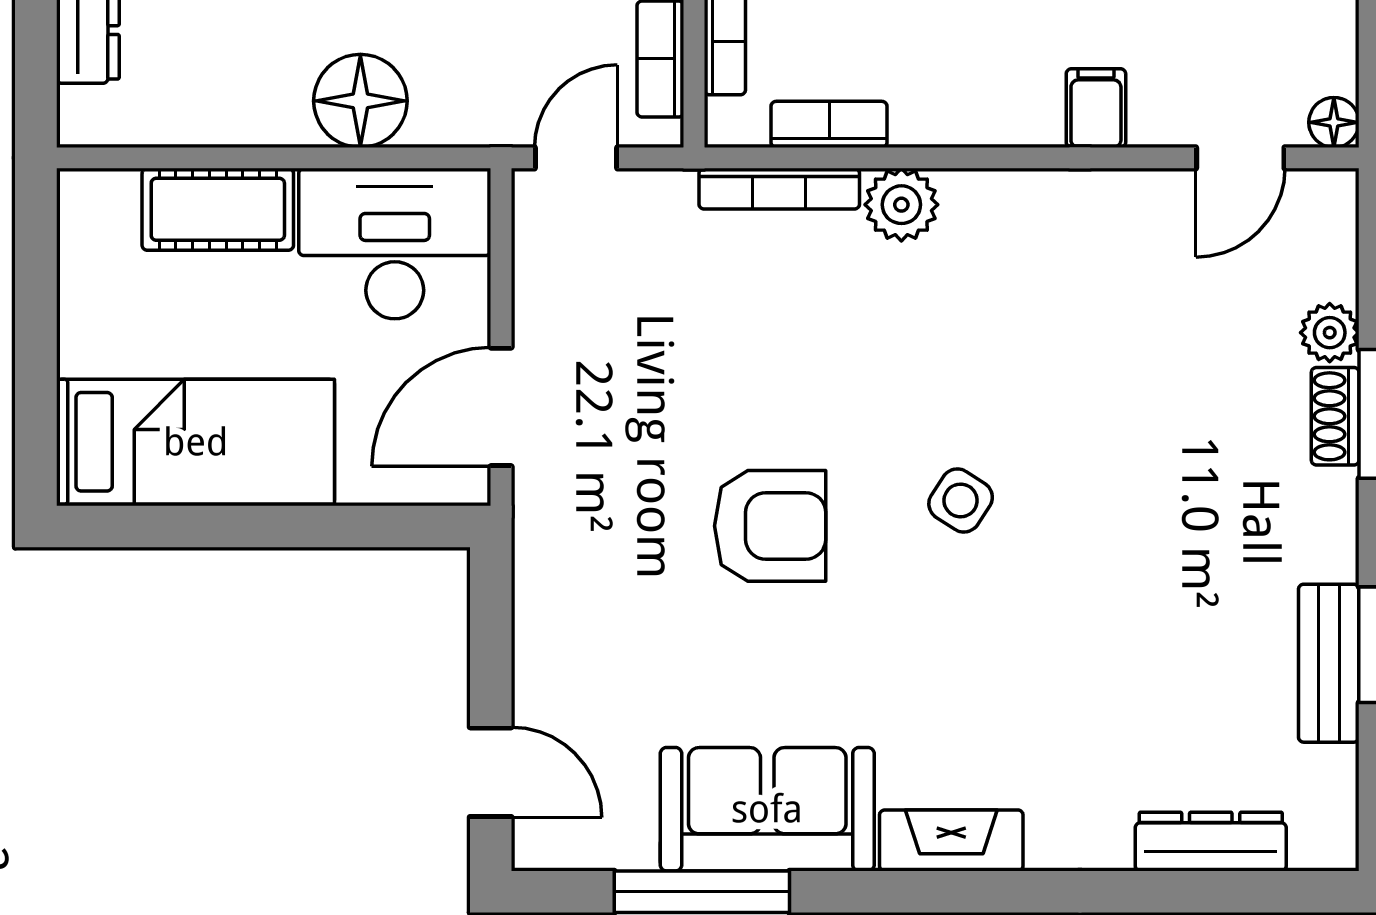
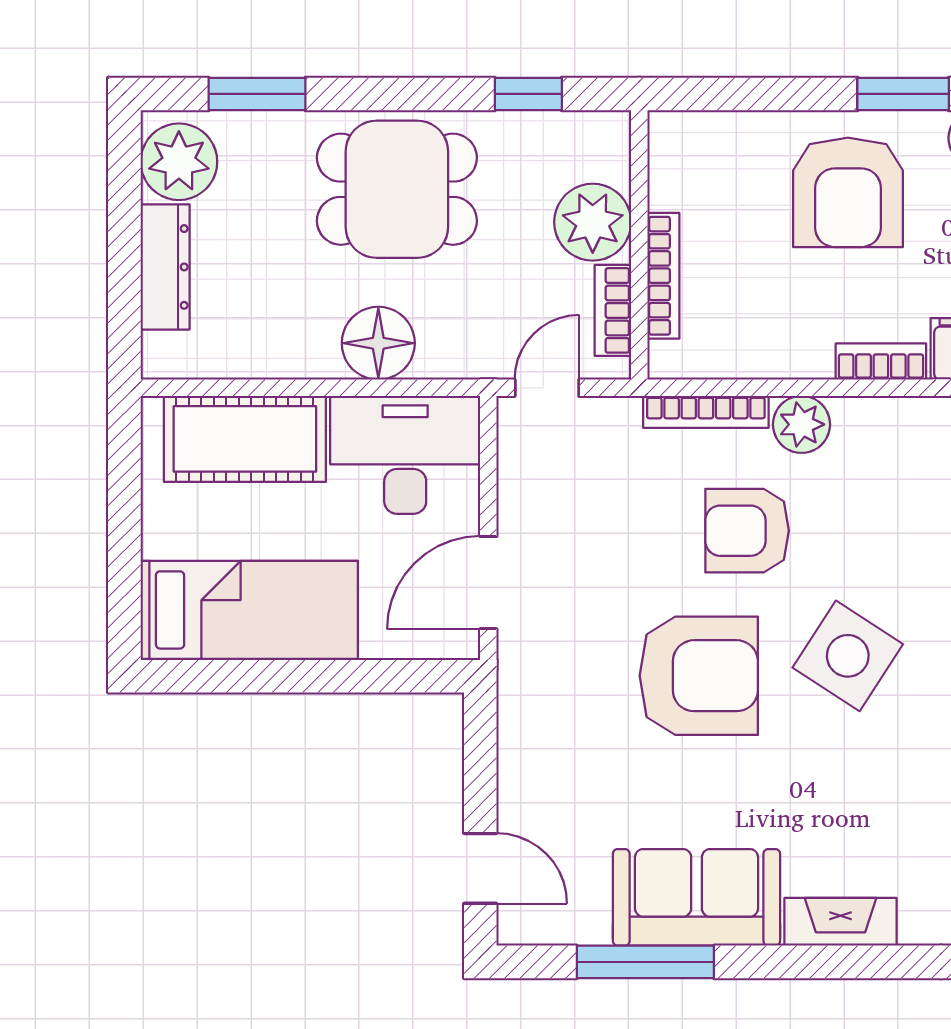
bookcase: (829, 124) -> (881, 362), moved
cot: (218, 209) -> (245, 439), width x1.37, depth x1.34
armchair: (832, 340) -> (747, 531), added
side table: (961, 500) -> (848, 656), width x1.87, depth x1.87
armchair: (770, 526) -> (699, 676), width x1.36, depth x1.36

